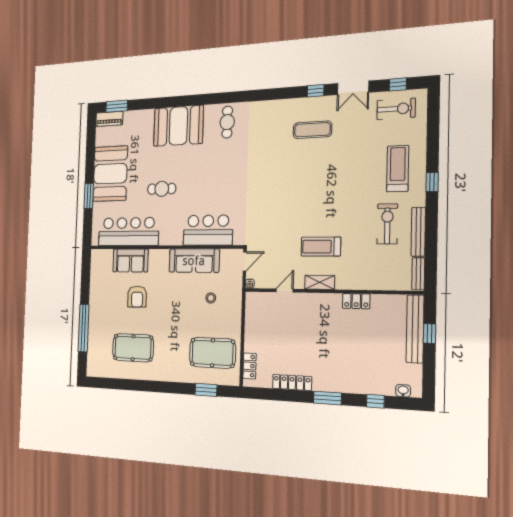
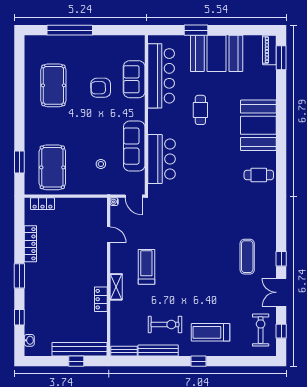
exercise bike: (396, 109) -> (261, 330), turned 180
treadmill: (398, 169) -> (211, 332), turned 180
shelving: (320, 282) -> (116, 287), moved

